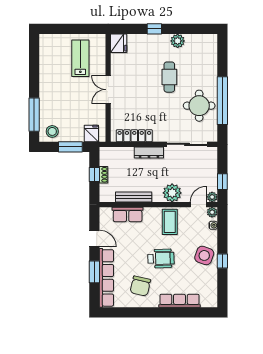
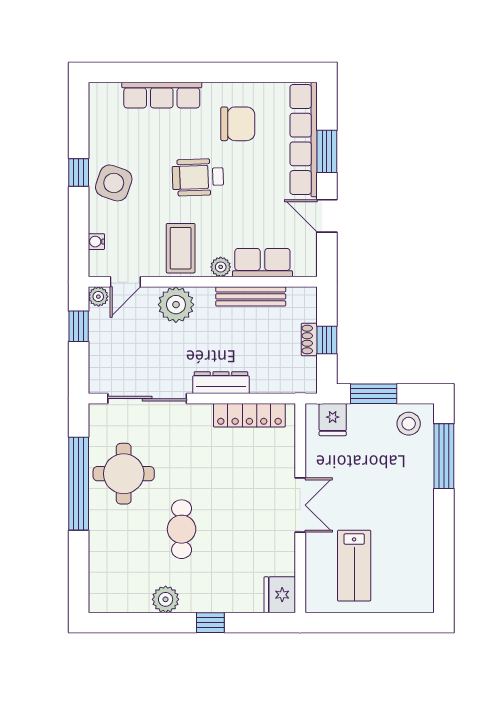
plant: (212, 212) -> (221, 267), moved
chair: (140, 286) -> (238, 124), turned 77

